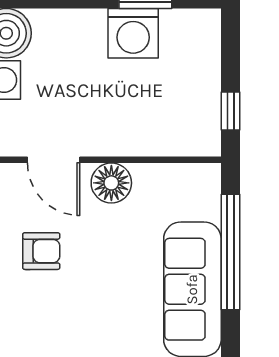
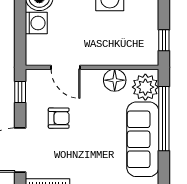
floor lamp: (111, 183) -> (115, 80), moved
plant: (197, 195) -> (145, 87), added

